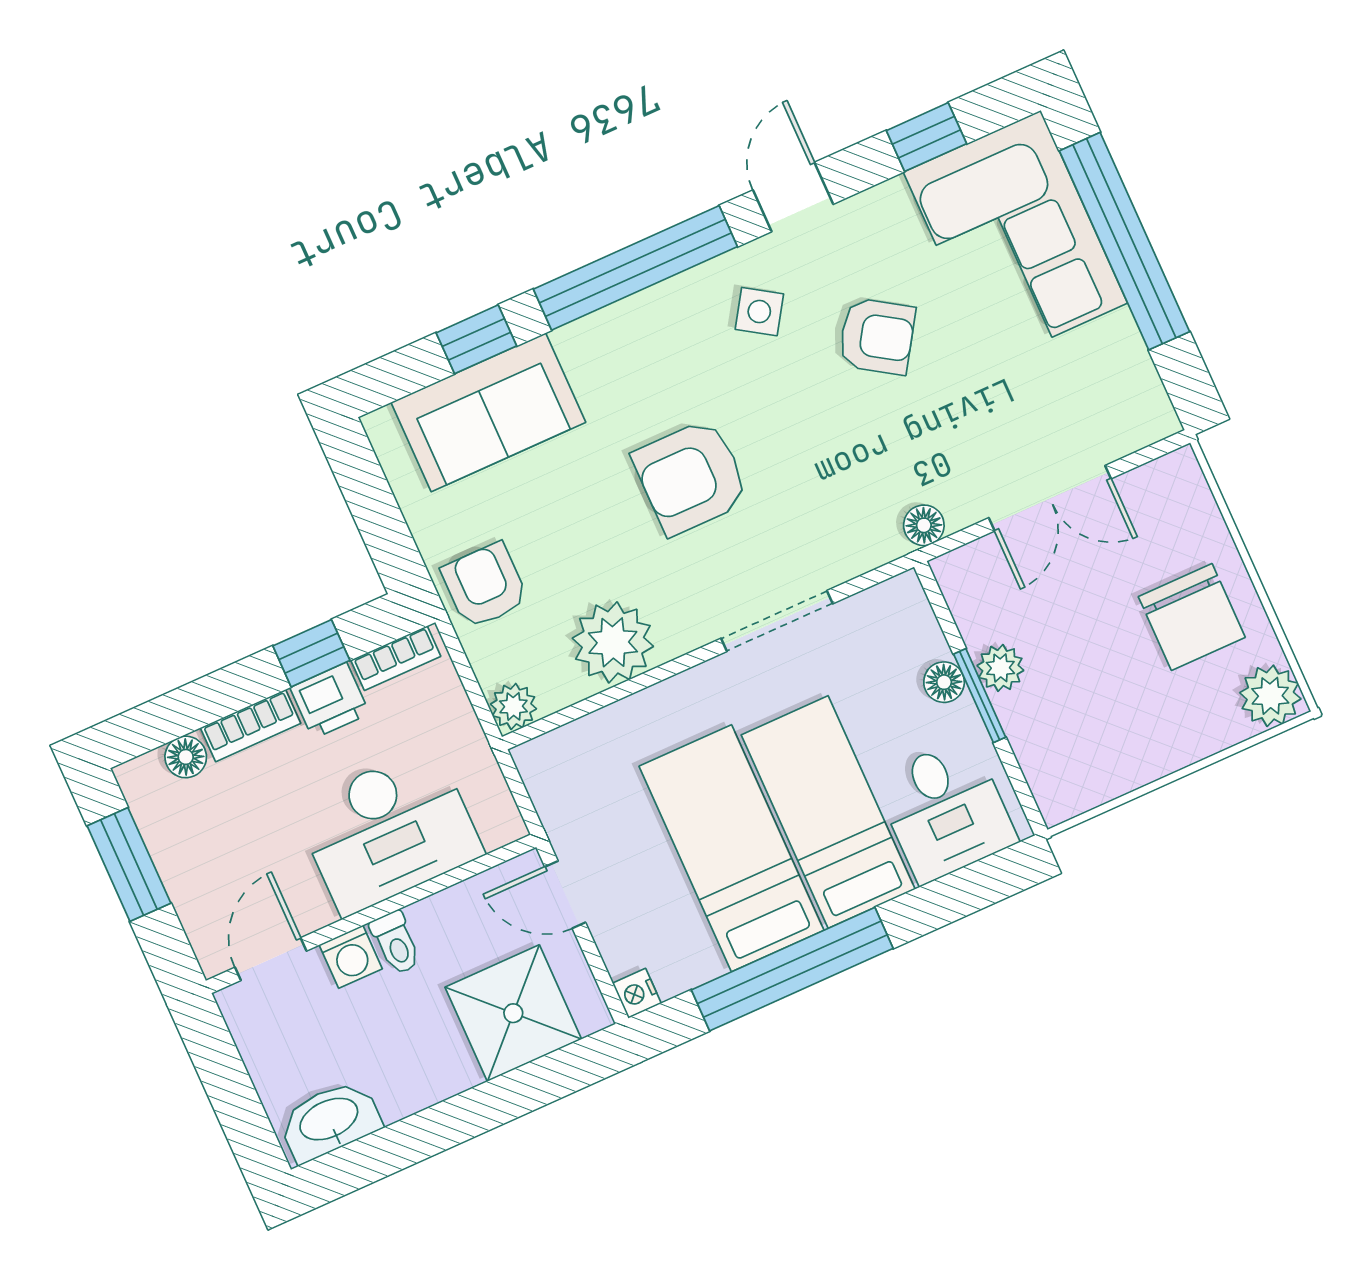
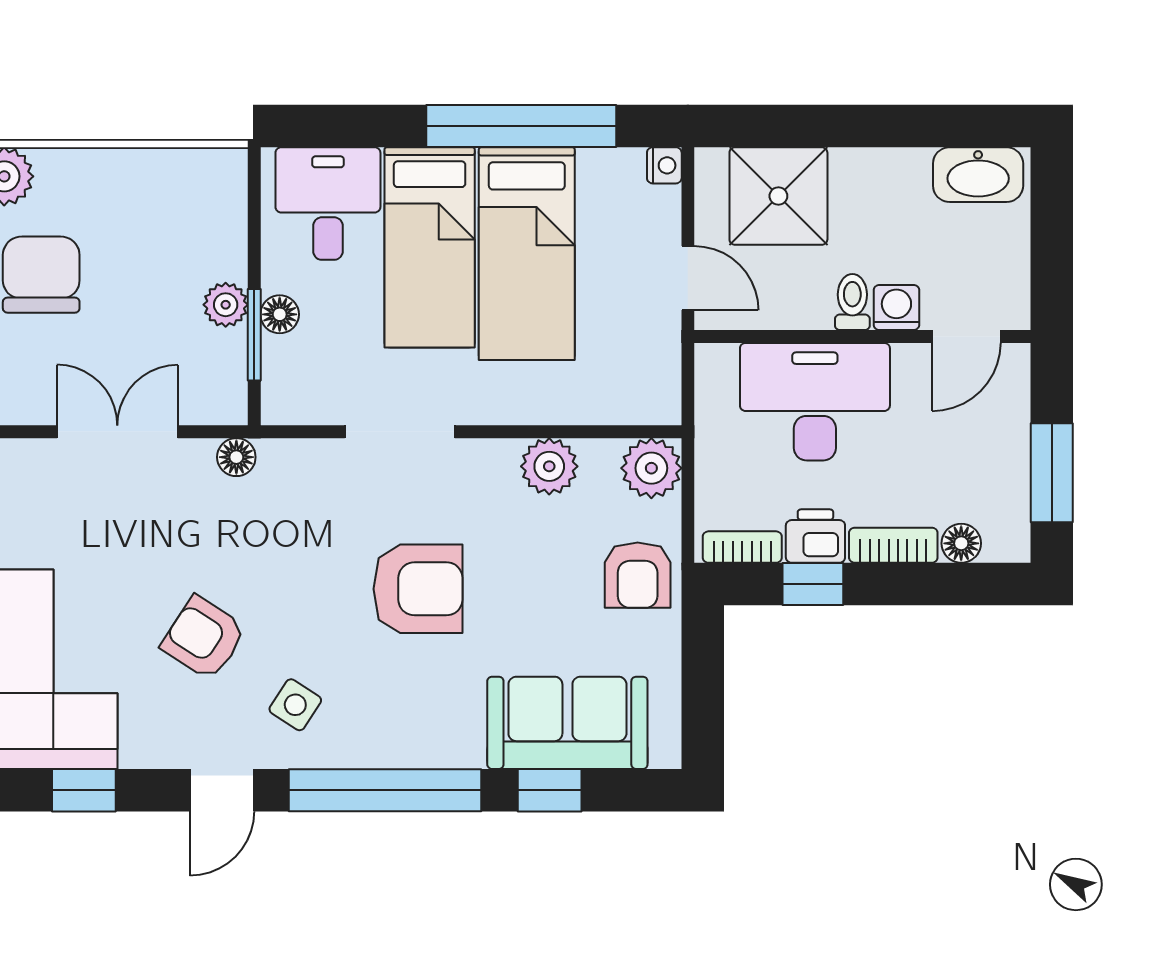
plant: (613, 642) -> (549, 466), width x0.73, depth x0.73
window: (980, 696) -> (254, 335), moved
plant: (513, 706) -> (651, 468), width x1.38, depth x1.38

